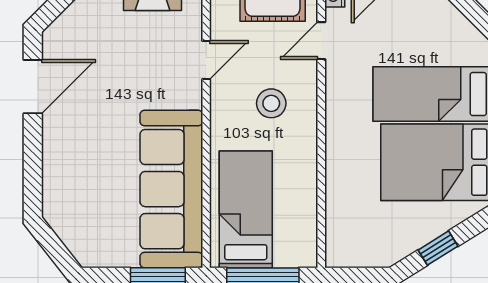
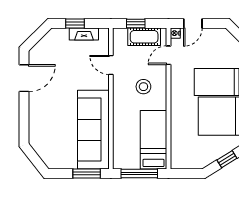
door: (206, 60) -> (111, 65), swing flipped
bed: (246, 209) -> (154, 140), moved

